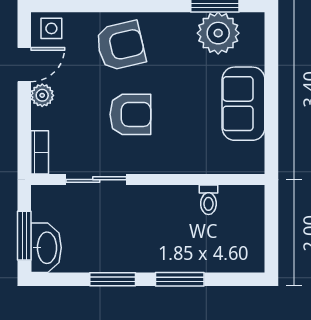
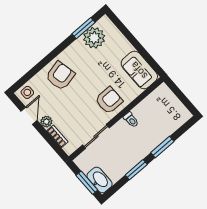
sofa: (243, 104) -> (139, 70), moved
armchair: (130, 114) -> (109, 100), moved
bookcase: (40, 152) -> (57, 136), moved
toilet: (208, 200) -> (131, 120), moved

